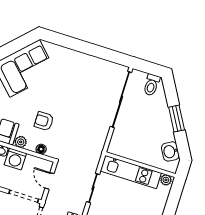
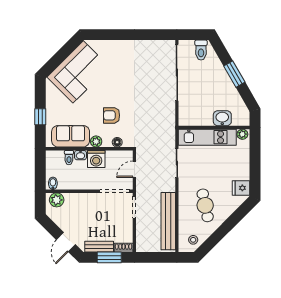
washbasin: (170, 151) -> (222, 118), moved, turned 120
door: (50, 181) -> (134, 169), hinge flipped

